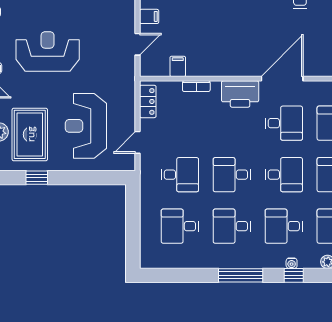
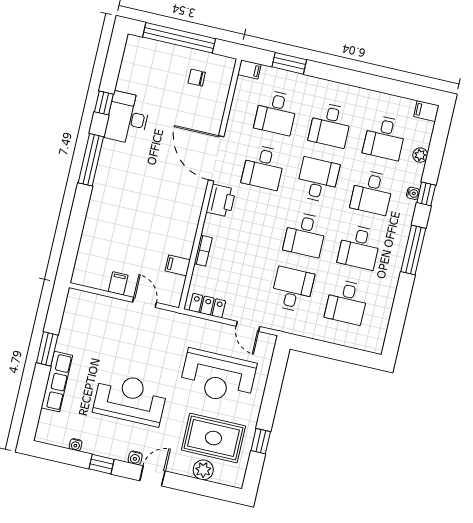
reception desk: (48, 51) -> (130, 399), turned 90
printer: (240, 94) -> (221, 201), width x0.73, depth x0.84
desk: (284, 123) -> (263, 167), turned 180

